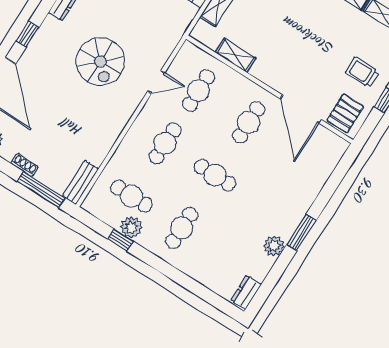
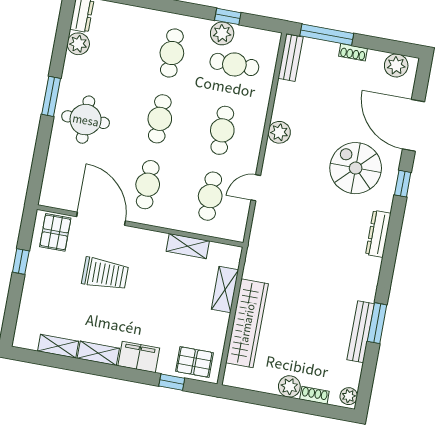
spiral stairs: (100, 62) -> (356, 168), moved
trolley: (362, 72) -> (105, 274), moved, width x1.36, depth x1.39
plant: (116, 122) -> (279, 132), added
cafe table: (215, 175) -> (160, 119), turned 90
round table: (280, 200) -> (86, 120), added
plant: (274, 246) -> (78, 44), moved

